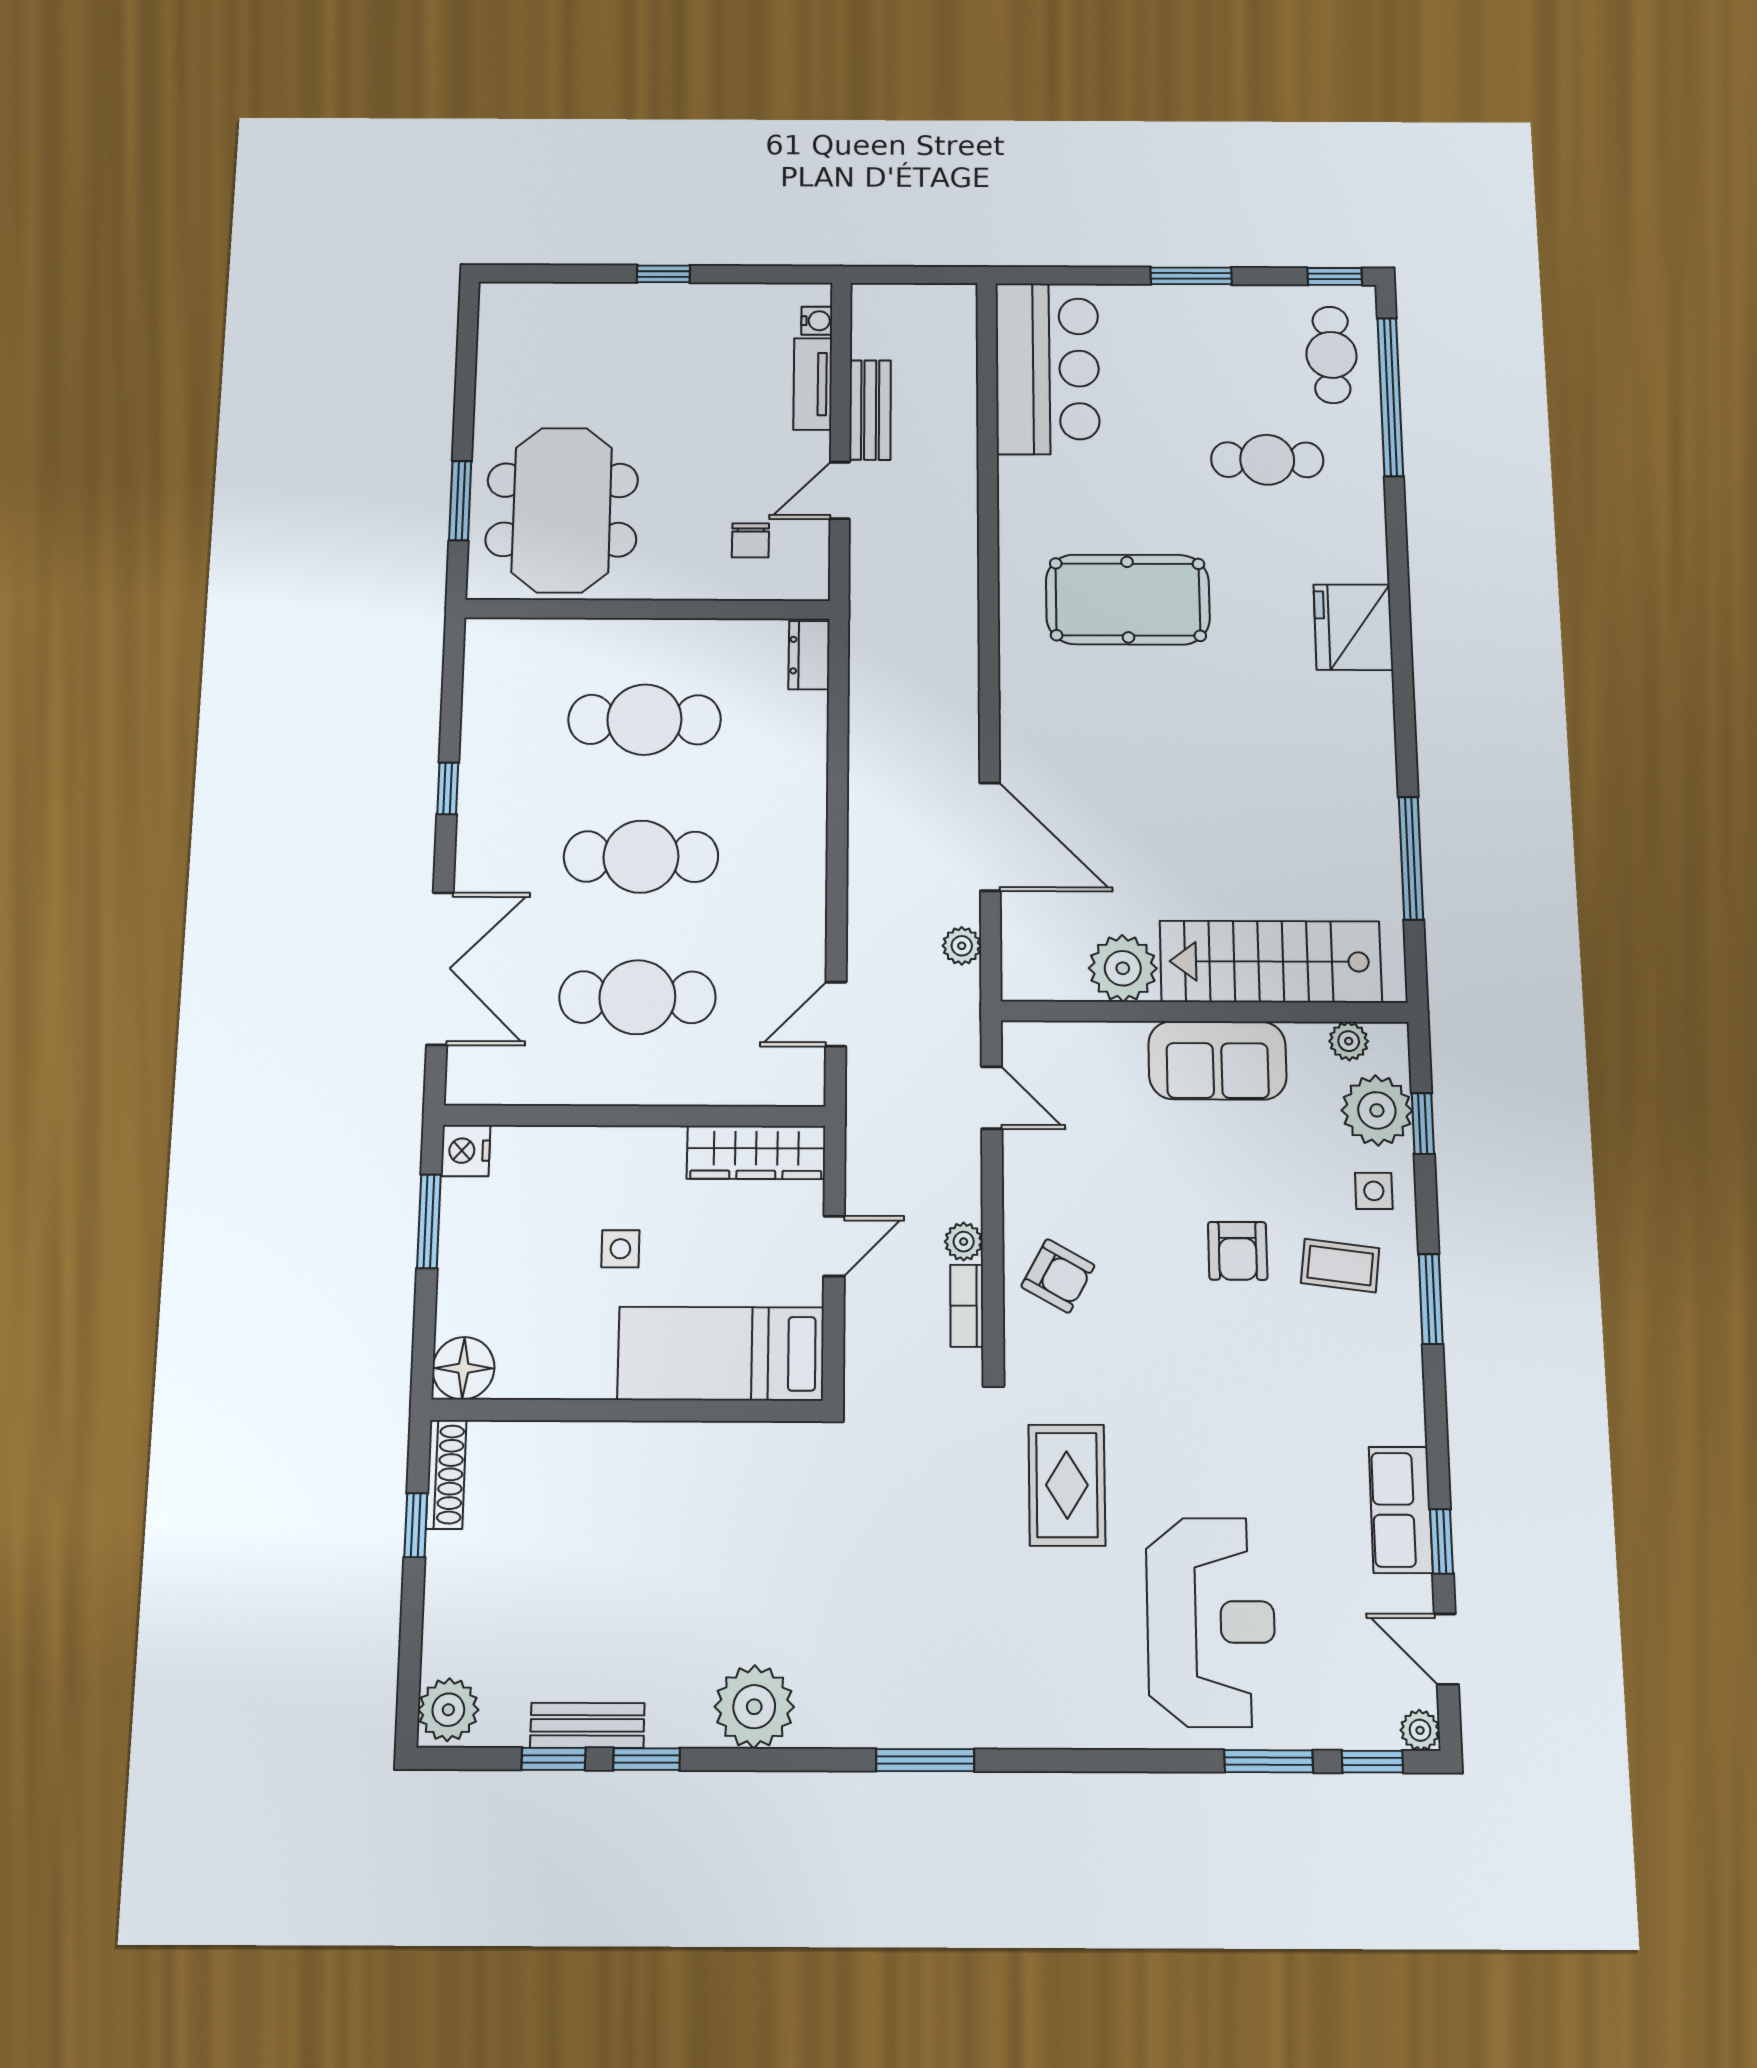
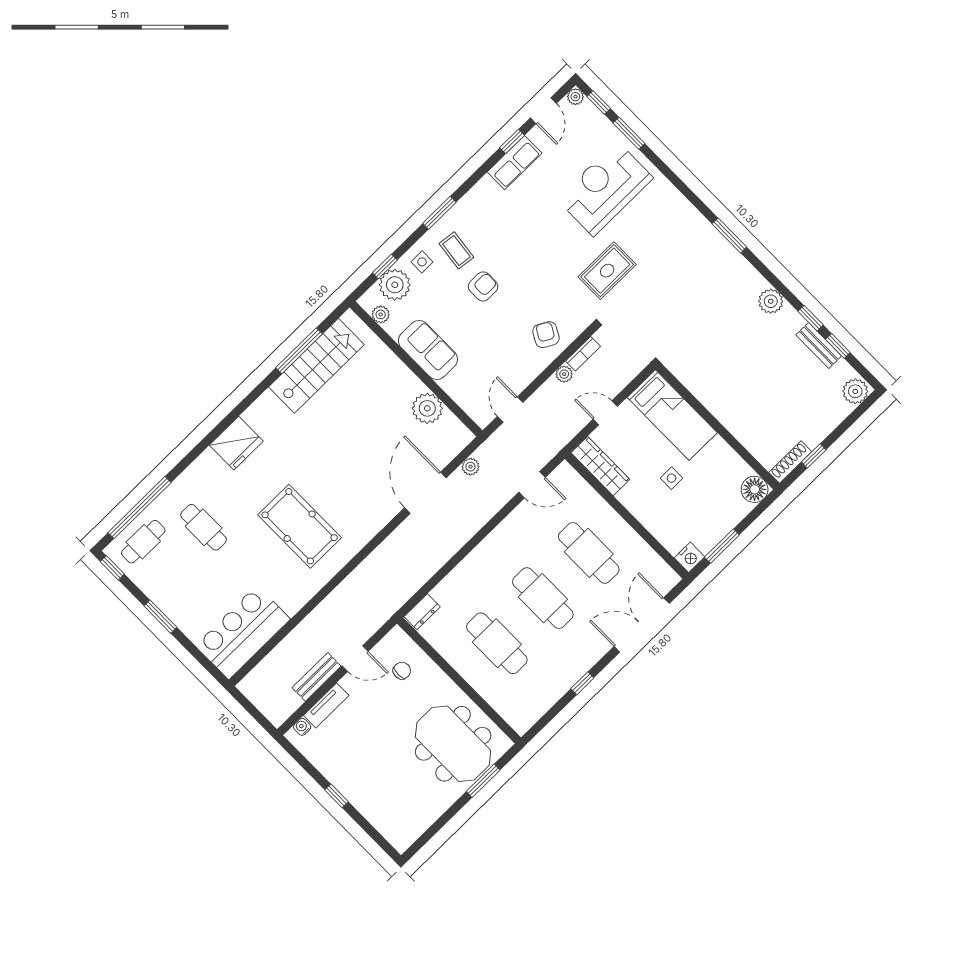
meeting table: (562, 510) -> (453, 744), turned 90
stairs: (1271, 962) -> (316, 366), moved, turned -90
plant: (754, 1707) -> (771, 301), width x0.73, depth x0.73

